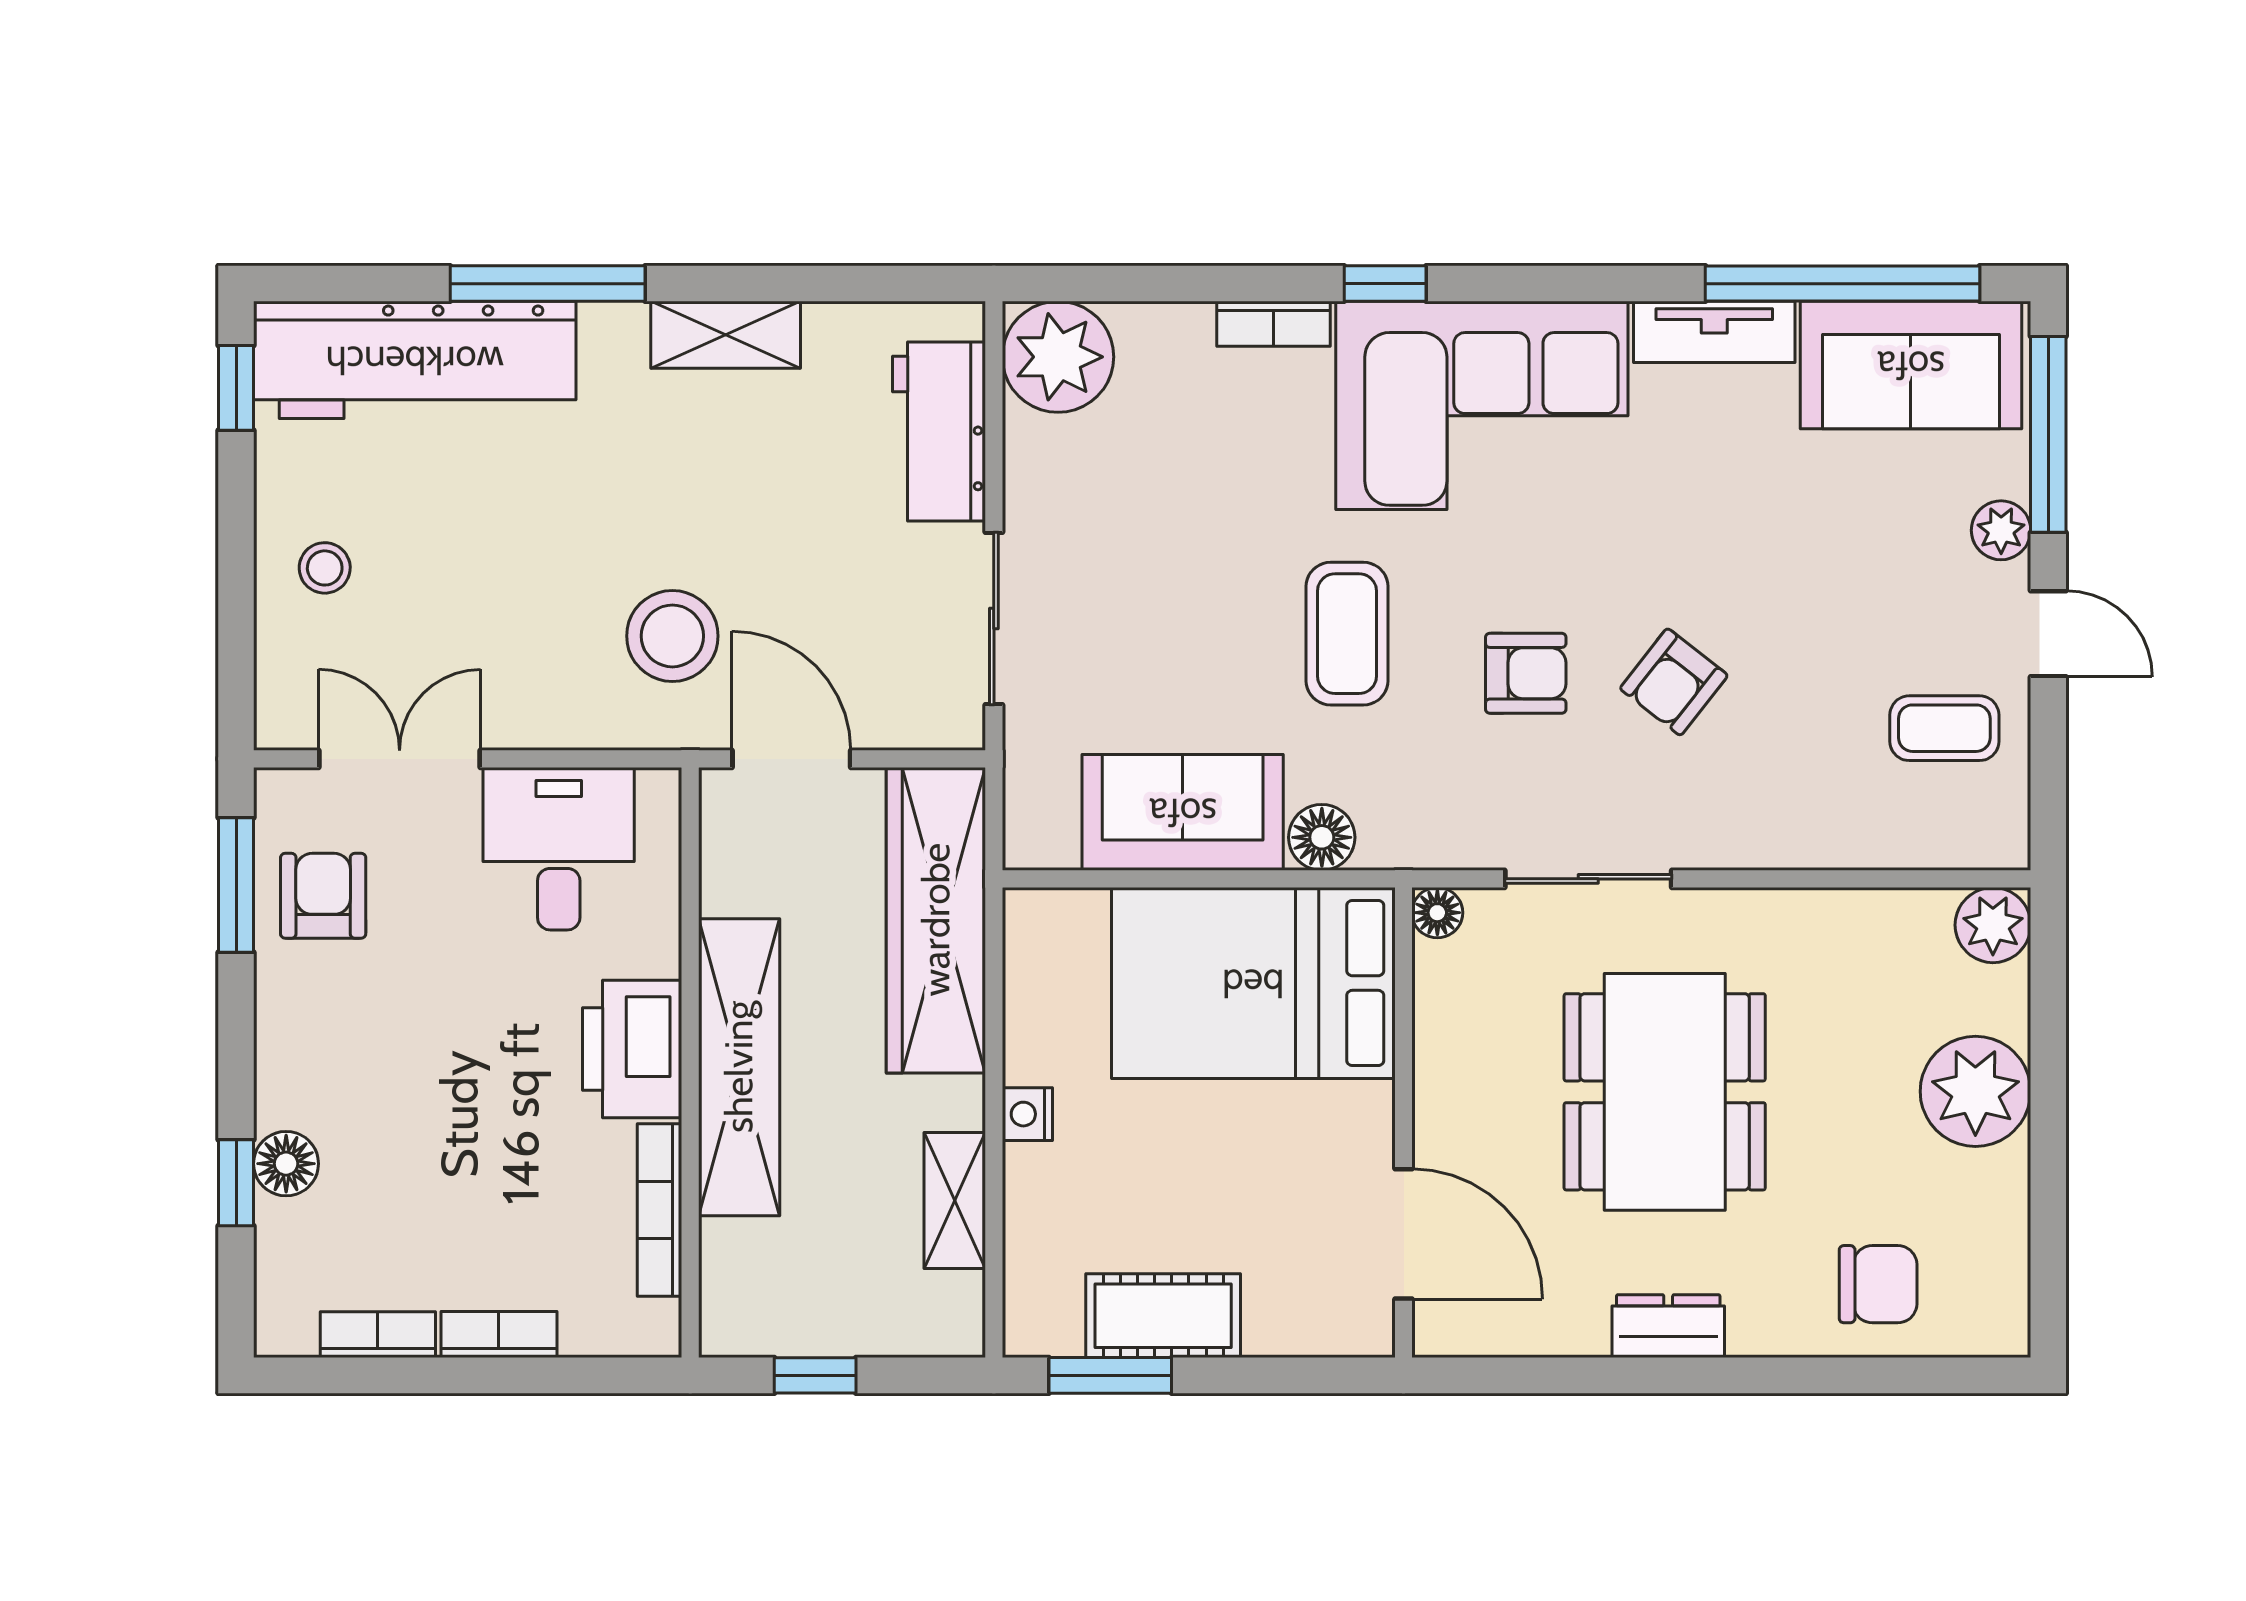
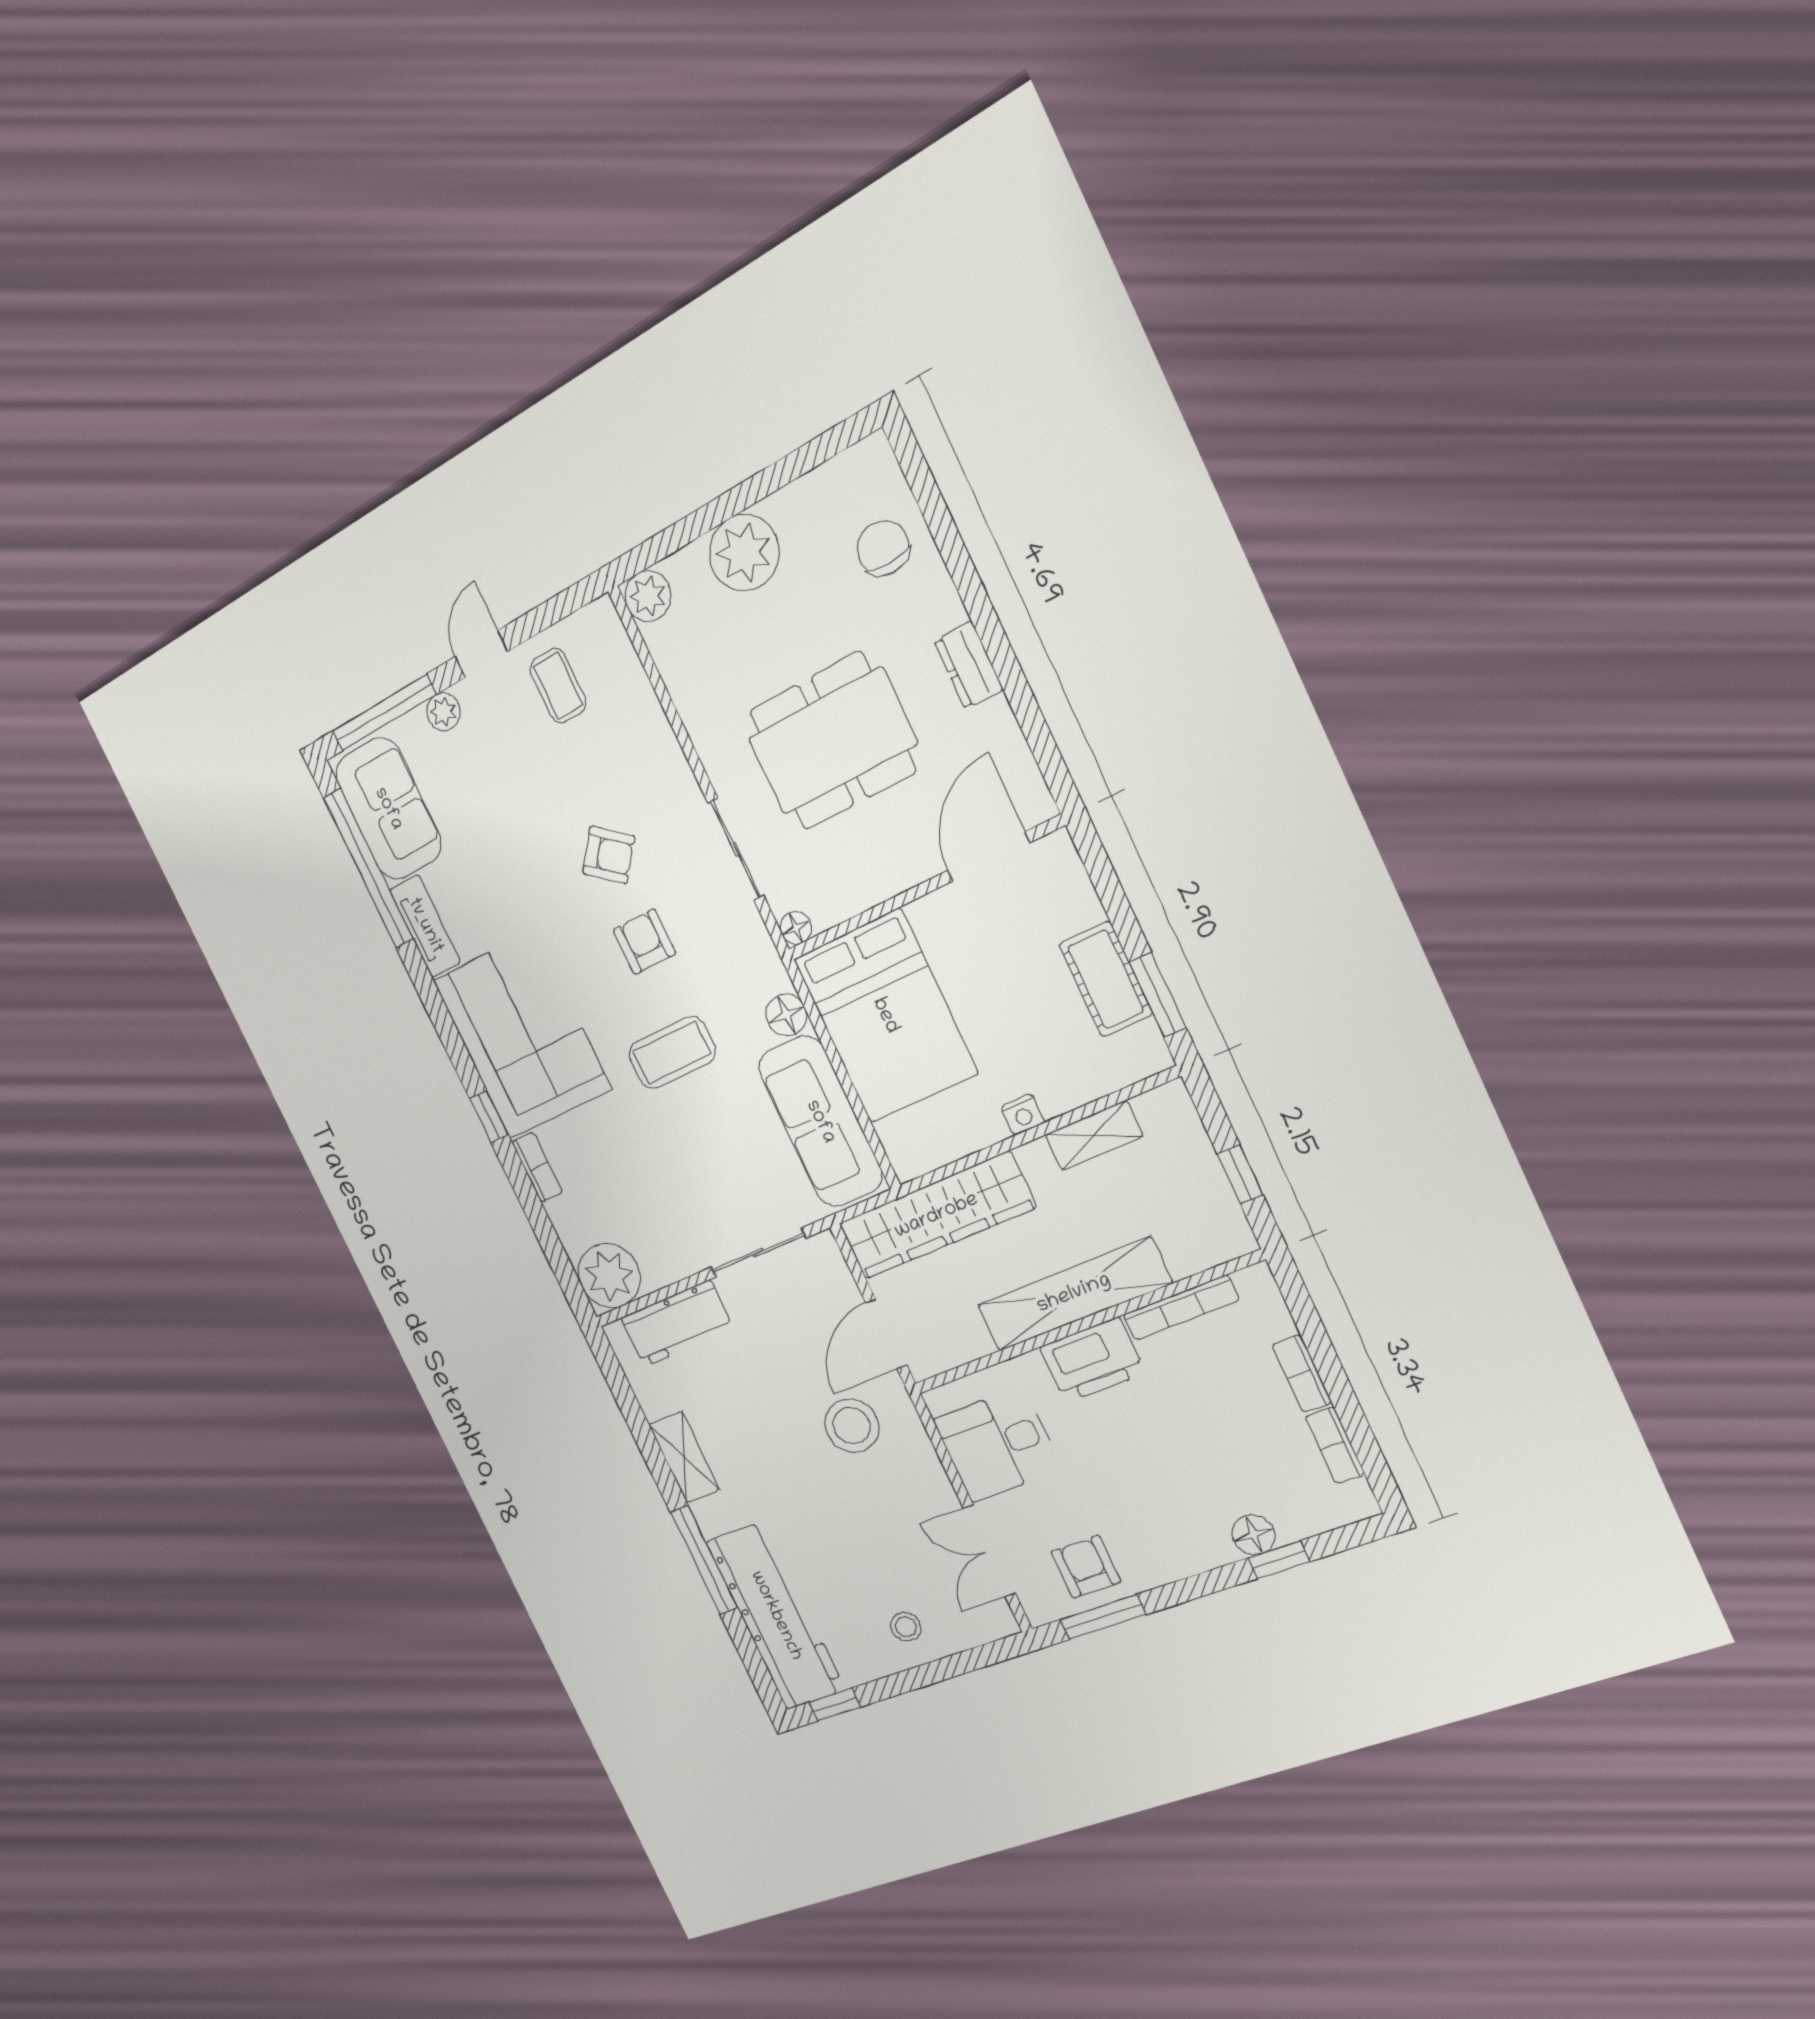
sofa: (1183, 812) -> (820, 1122), width x1.36
armchair: (323, 896) -> (1086, 1567), turned 90

